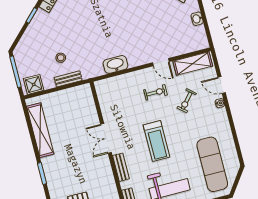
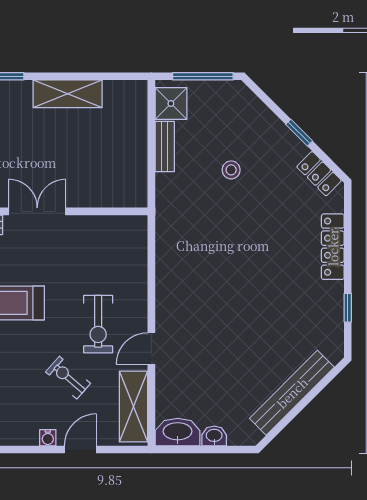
stool: (61, 58) -> (231, 170), moved
washbasin: (115, 64) -> (178, 432), moved, turned -90
bench: (68, 79) -> (165, 147), moved
exercise bike: (155, 92) -> (98, 324), width x1.38, depth x1.39
shelving: (40, 130) -> (68, 94), width x0.68

